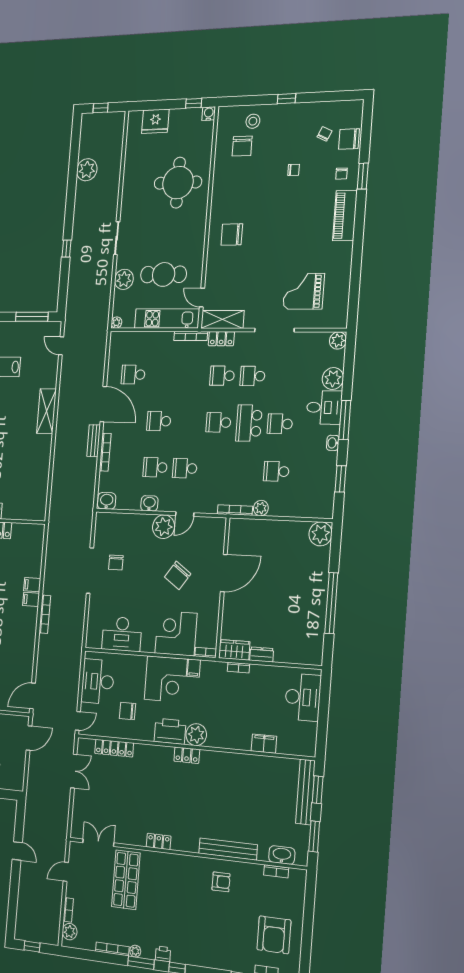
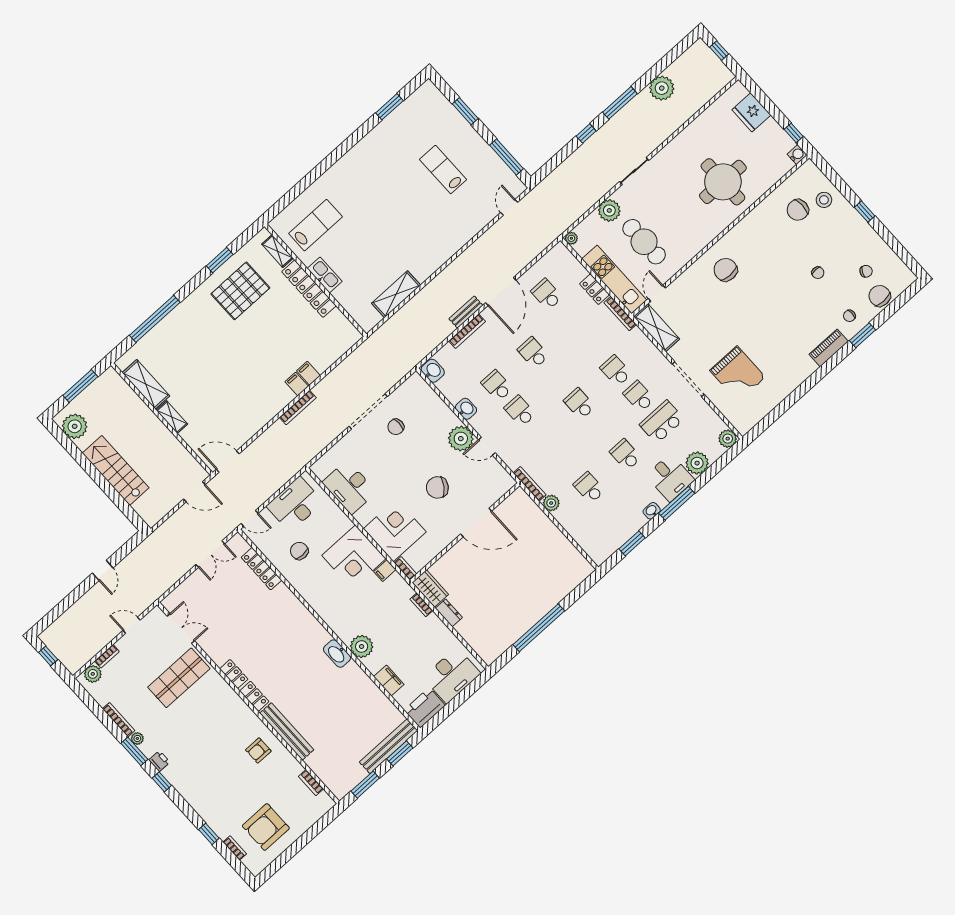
window: (70, 207) -> (620, 103), added
piano: (345, 216) -> (829, 348), width x0.73, depth x0.75
grand piano: (304, 291) -> (738, 374), turned 180
locker: (221, 339) -> (595, 289), moved
shelving: (47, 411) -> (396, 294), moved
school desk: (249, 423) -> (662, 422), moved
plant: (321, 534) -> (579, 569), removed
printer: (170, 731) -> (425, 708), moved, turned -90
plant: (196, 735) -> (362, 646), moved
locker: (187, 755) -> (254, 696), moved, turned 180
washbasin: (282, 855) -> (337, 654), moved, turned 180
armchair: (221, 882) -> (258, 750), turned 90

